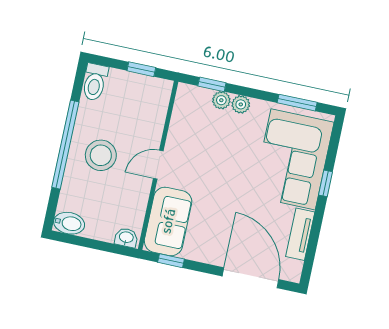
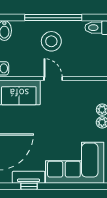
window: (326, 183) -> (29, 186), moved

